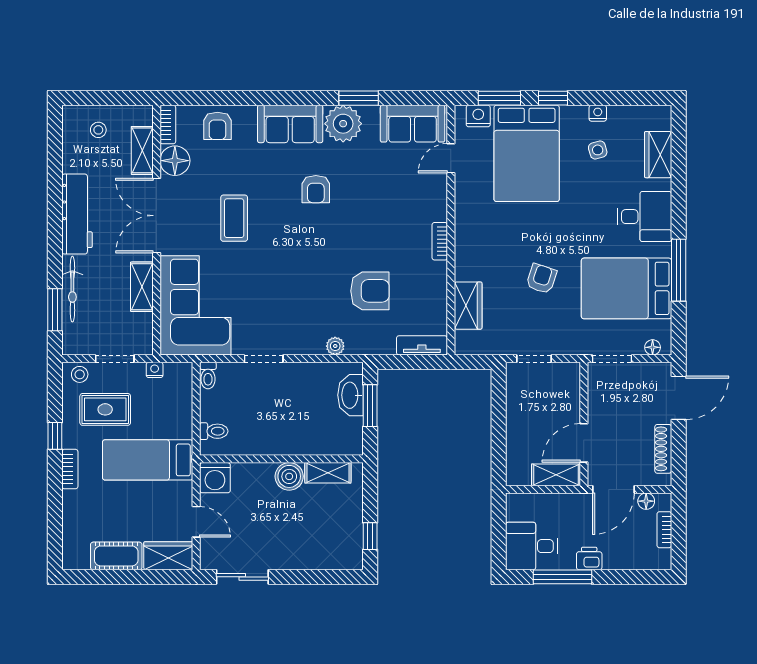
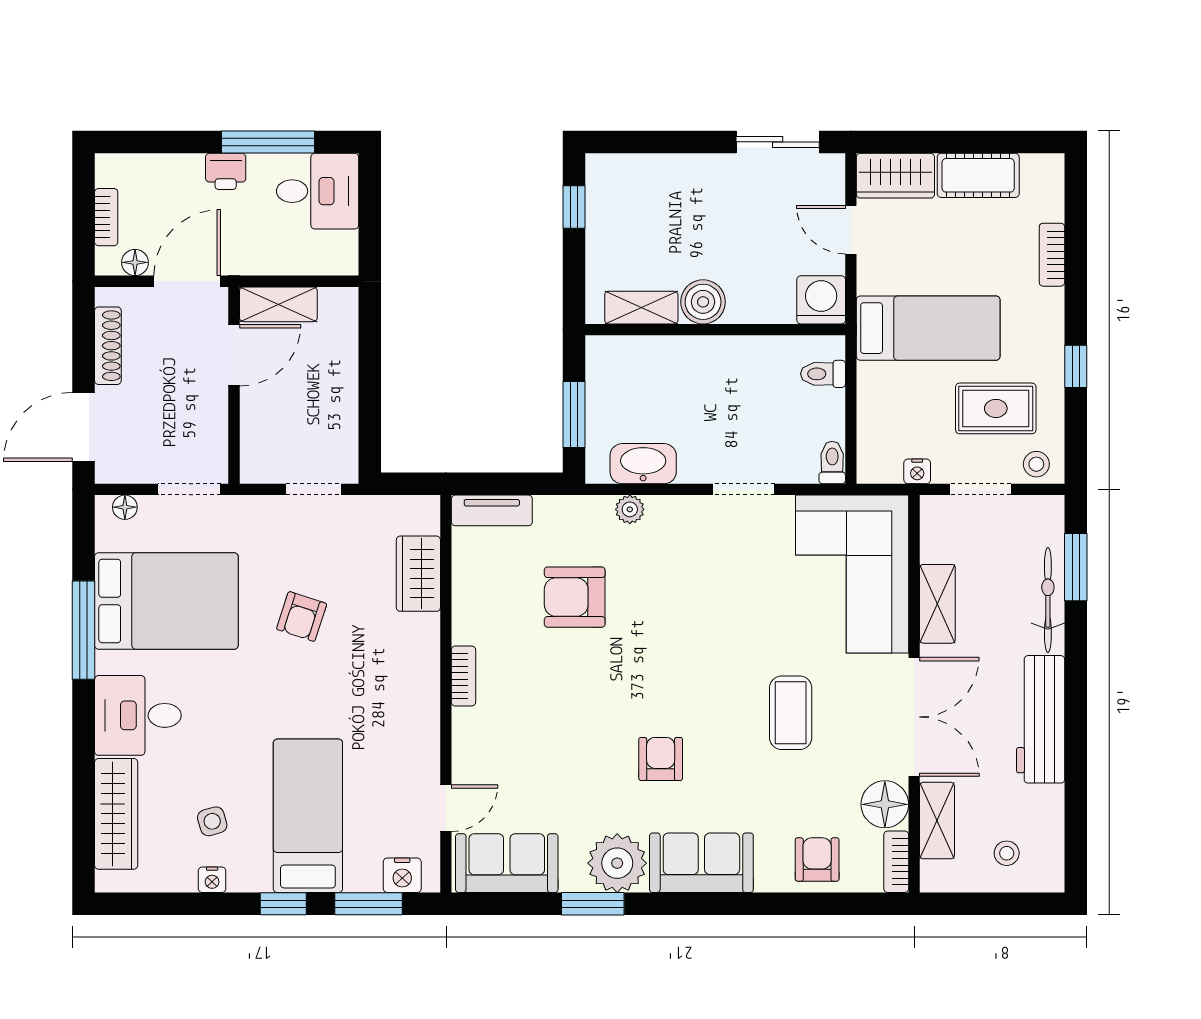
bed: (527, 153) -> (308, 816), width x0.67
wardrobe: (658, 155) -> (116, 814), width x1.50
washbasin: (351, 395) -> (643, 464), moved, turned -90
bookcase: (70, 469) -> (1052, 255), moved

